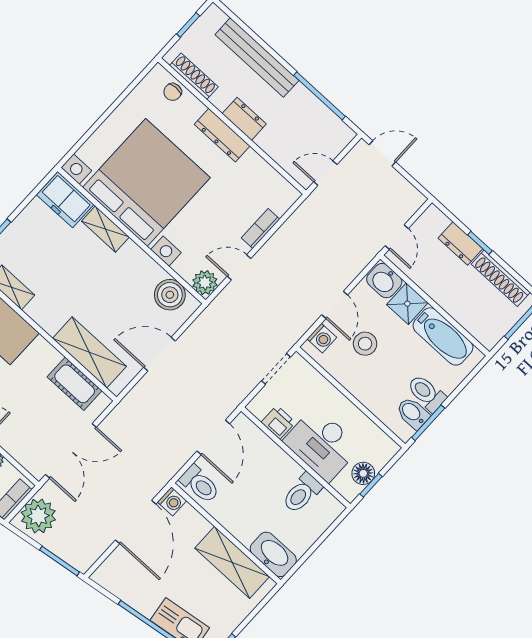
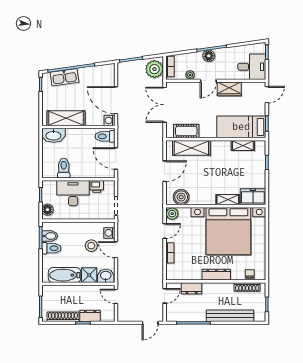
dresser: (244, 119) -> (192, 288), moved
floor lamp: (363, 473) -> (47, 210), moved

